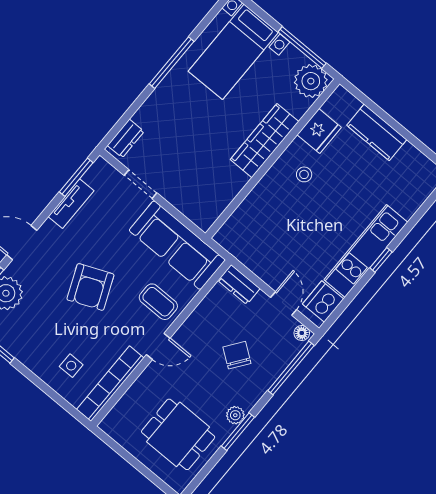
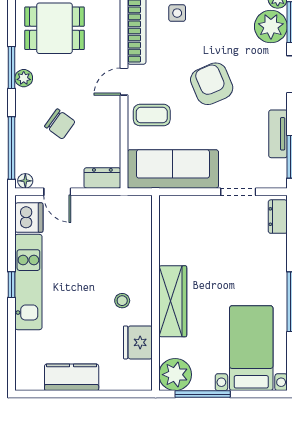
kitchen counter: (377, 132) -> (72, 377), moved

